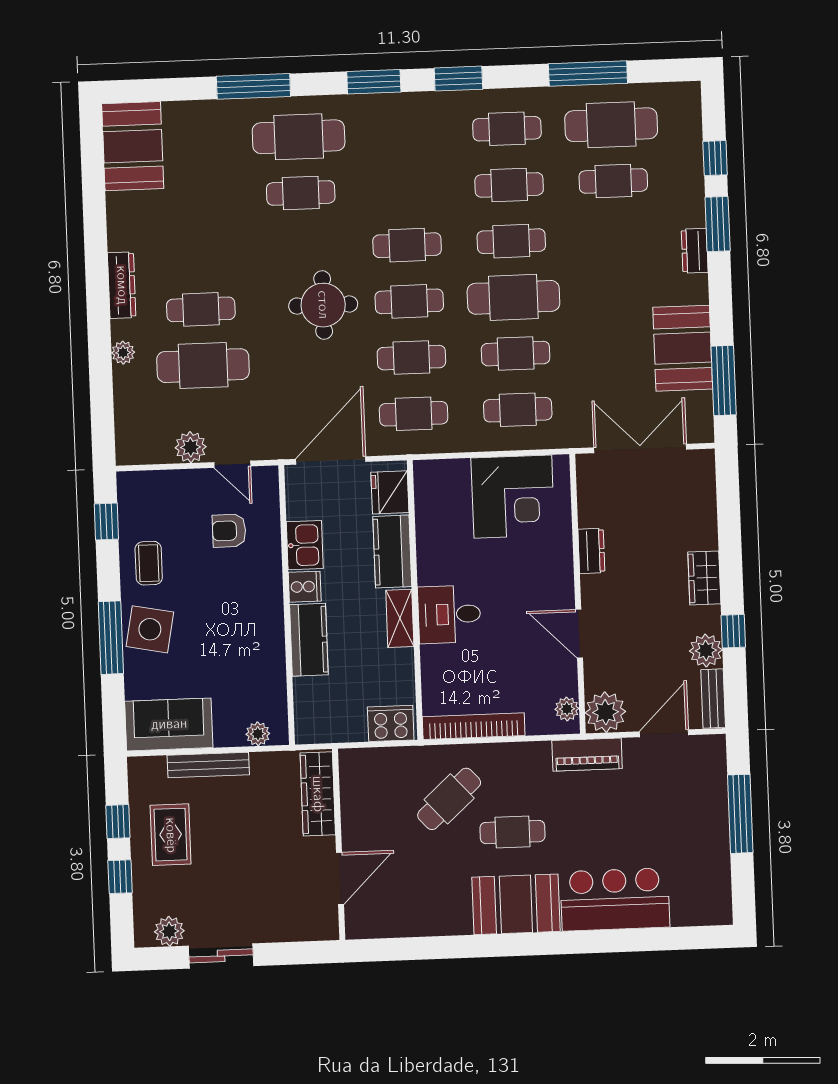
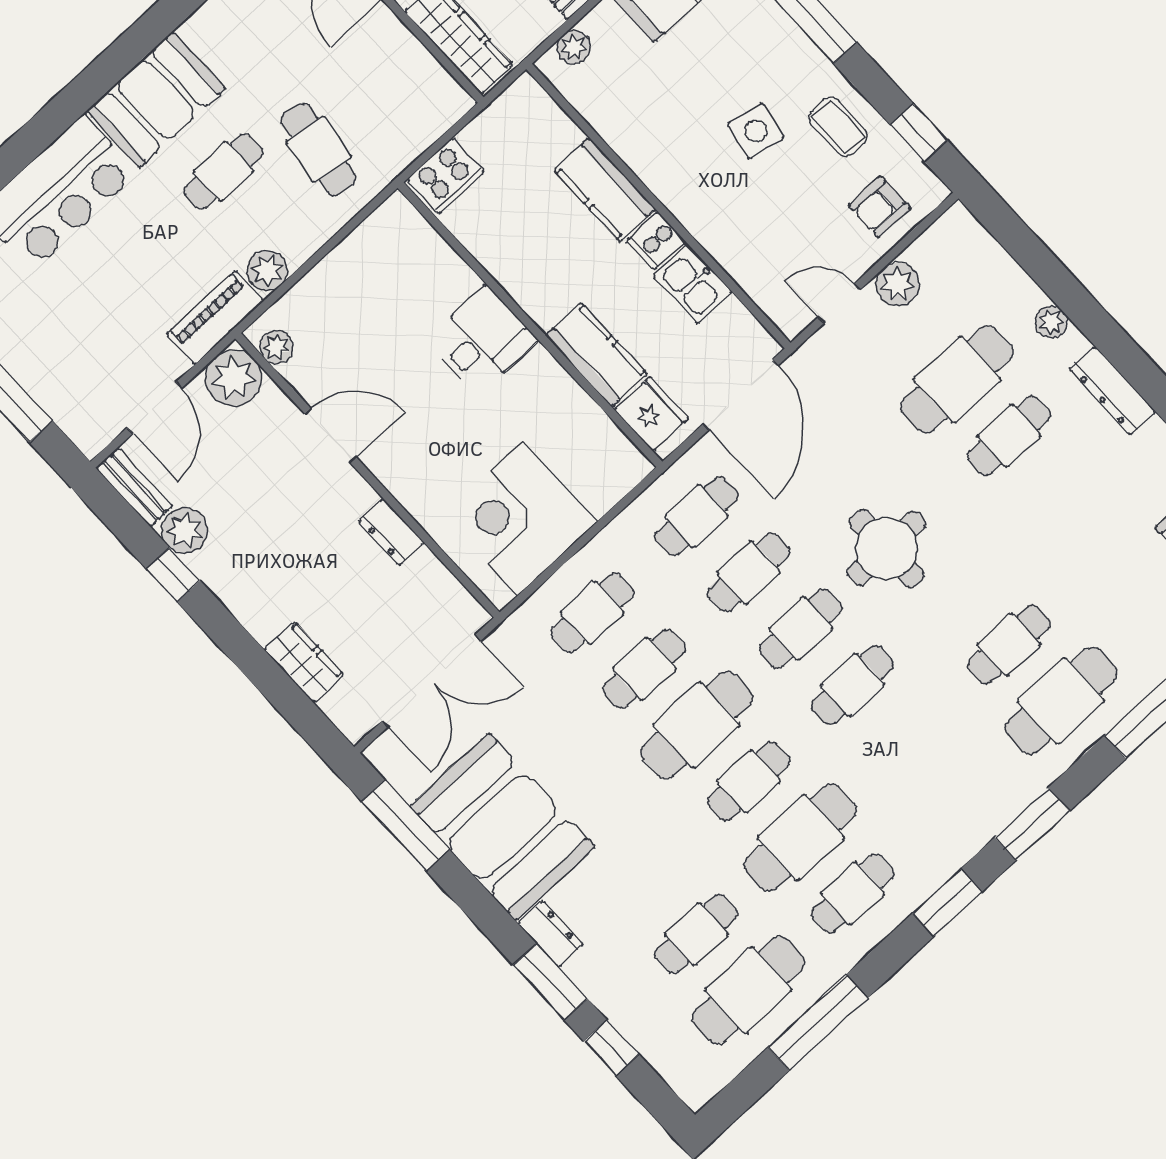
cafe table: (509, 185) -> (801, 837), width x1.37, depth x1.35
booth: (683, 348) -> (502, 827), width x1.36, depth x1.42
armchair: (229, 531) -> (879, 207), moved, turned 180
wardrobe: (704, 578) -> (304, 662), moved
shelving: (400, 618) -> (529, 292), removed
side table: (150, 629) -> (756, 131), moved, width x0.73, depth x0.73
bookcase: (474, 726) -> (358, 246), removed
plant: (536, 756) -> (267, 271), added
cafe table: (449, 799) -> (318, 149), turned -39

